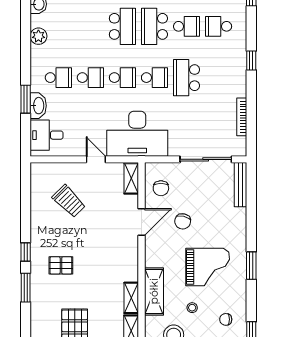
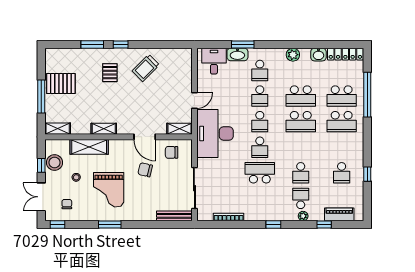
plant: (241, 23) -> (303, 216), added
school desk: (154, 26) -> (301, 96), moved, turned 180
trolley: (69, 201) -> (146, 68), moved
shelving: (131, 298) -> (104, 129), moved

